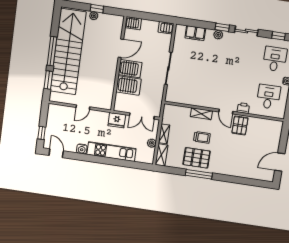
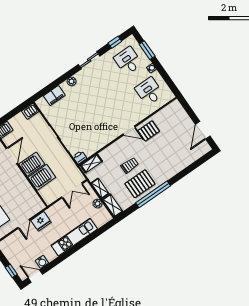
window: (222, 27) -> (70, 74), removed
printer: (243, 108) -> (80, 157), moved
shelving: (201, 114) -> (91, 163), moved
fridge: (117, 120) -> (41, 221), moved
pallet: (240, 125) -> (149, 131), turned 90
water cooler: (82, 149) -> (42, 262), moved
window: (199, 174) -> (153, 194), width x1.46

